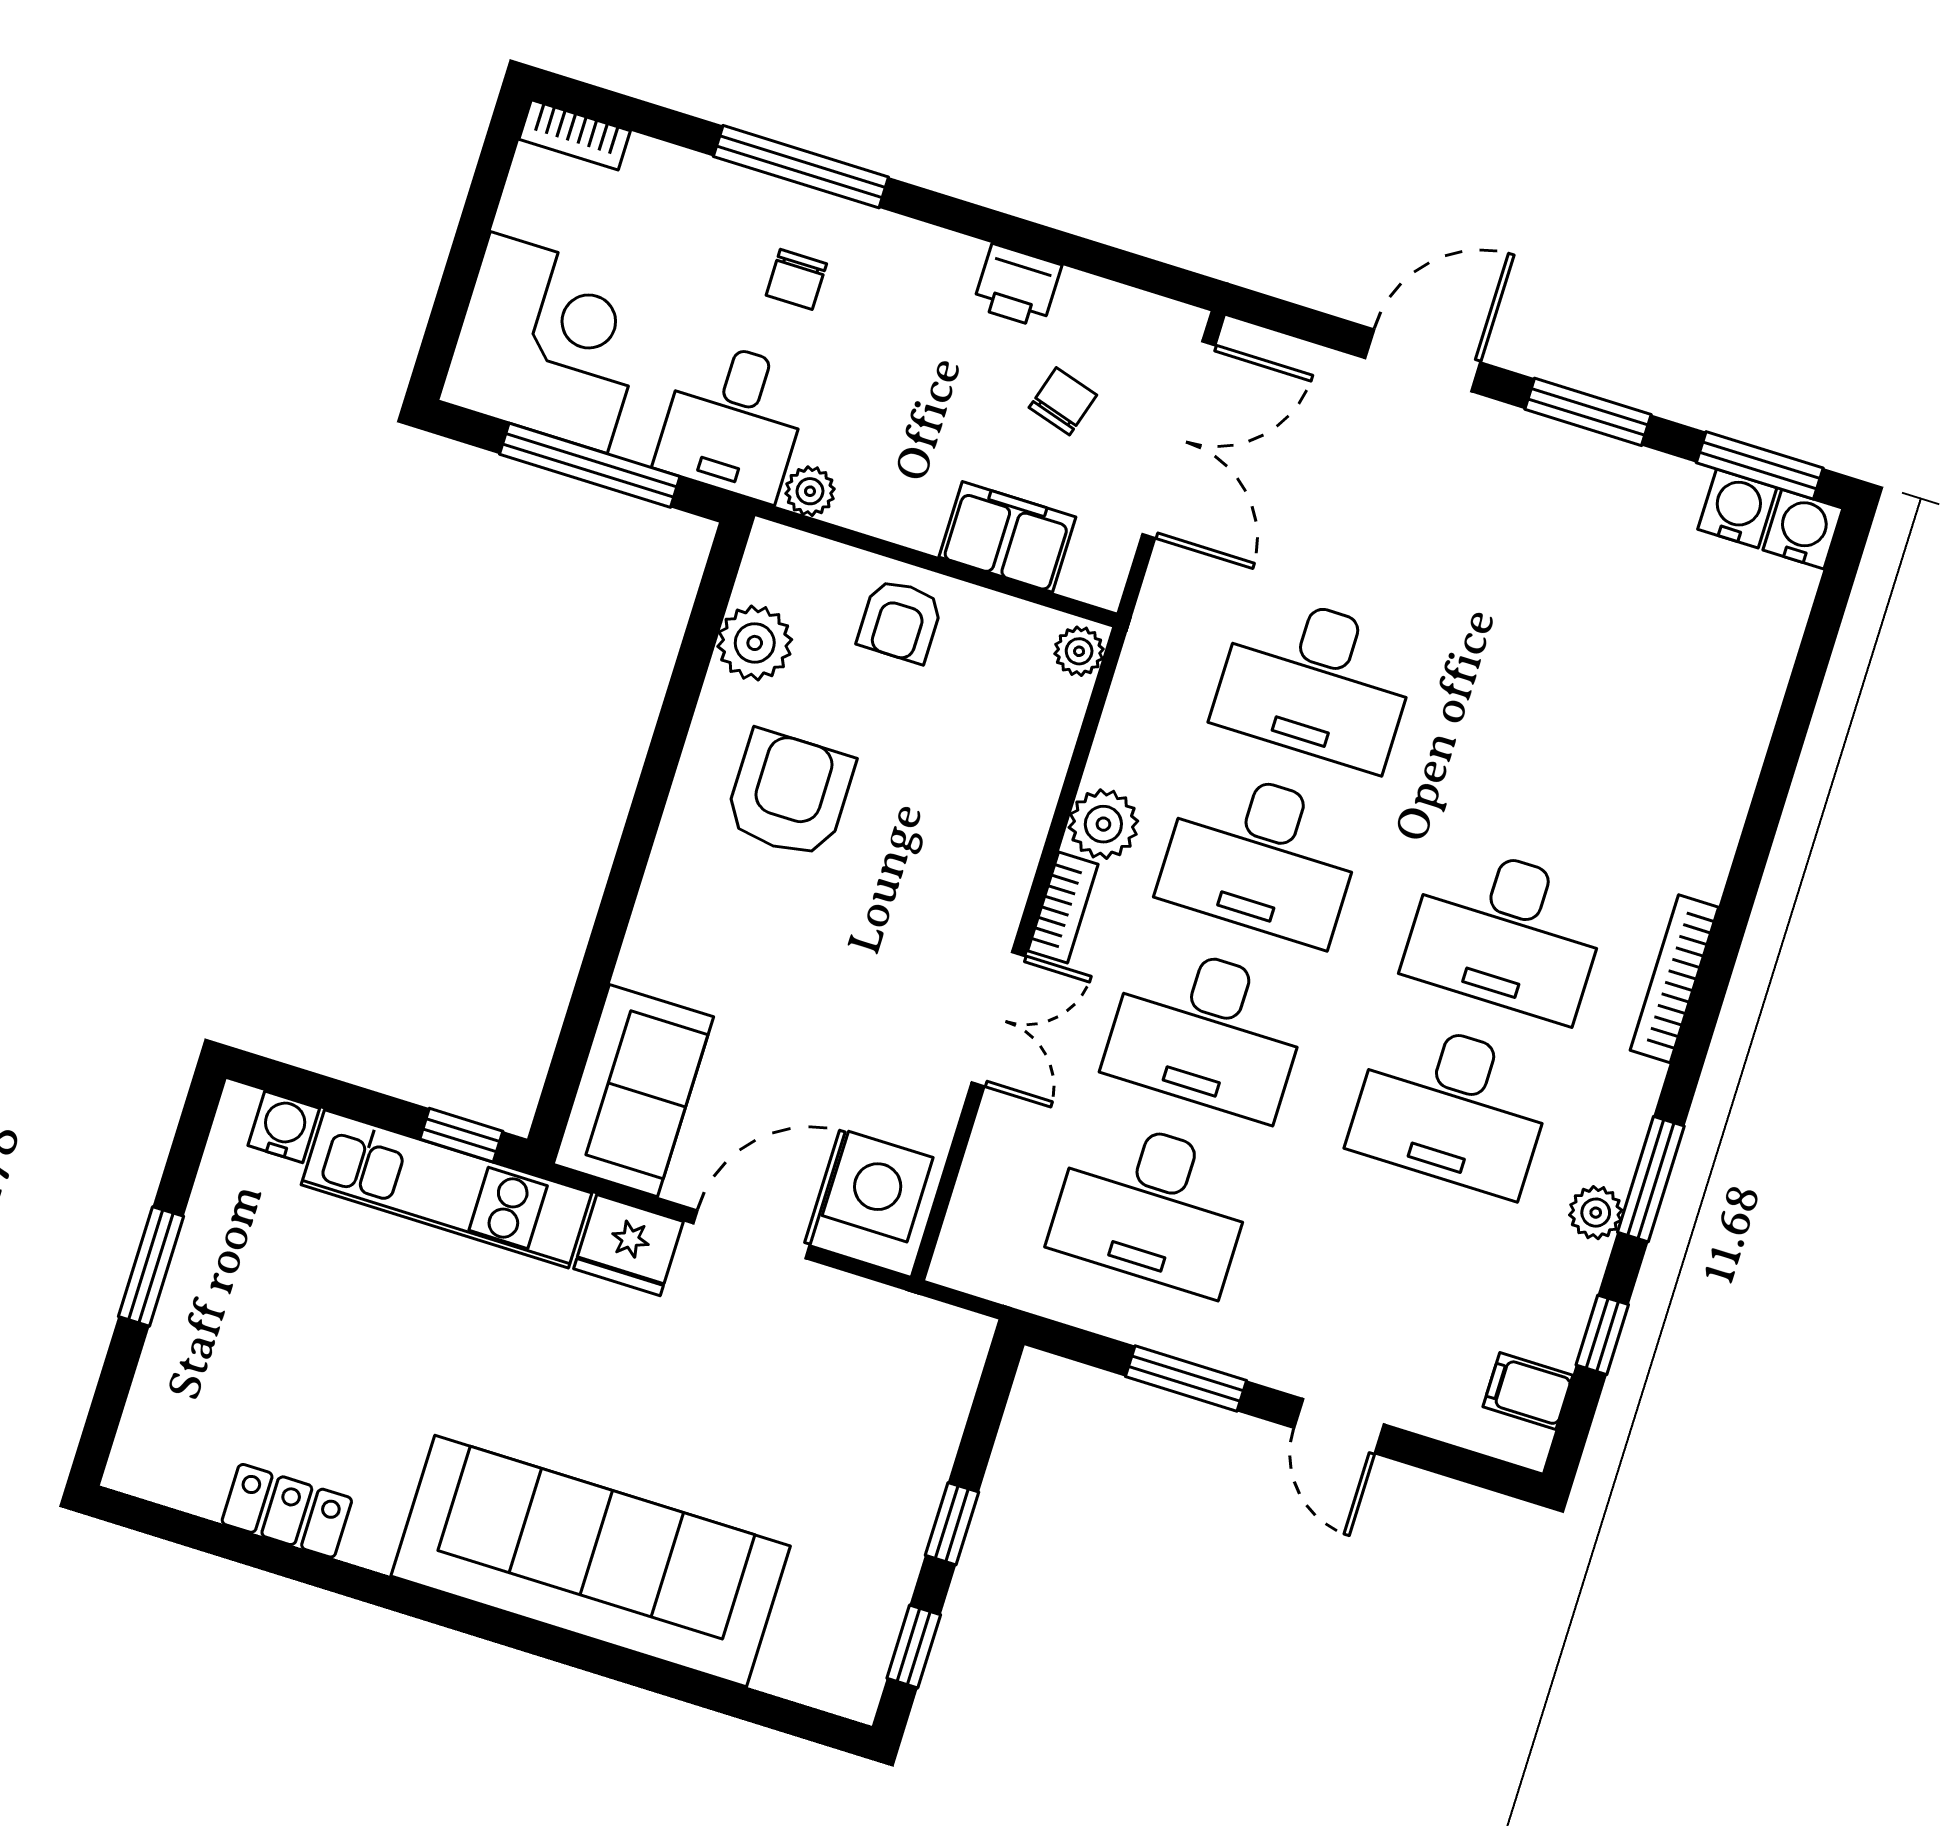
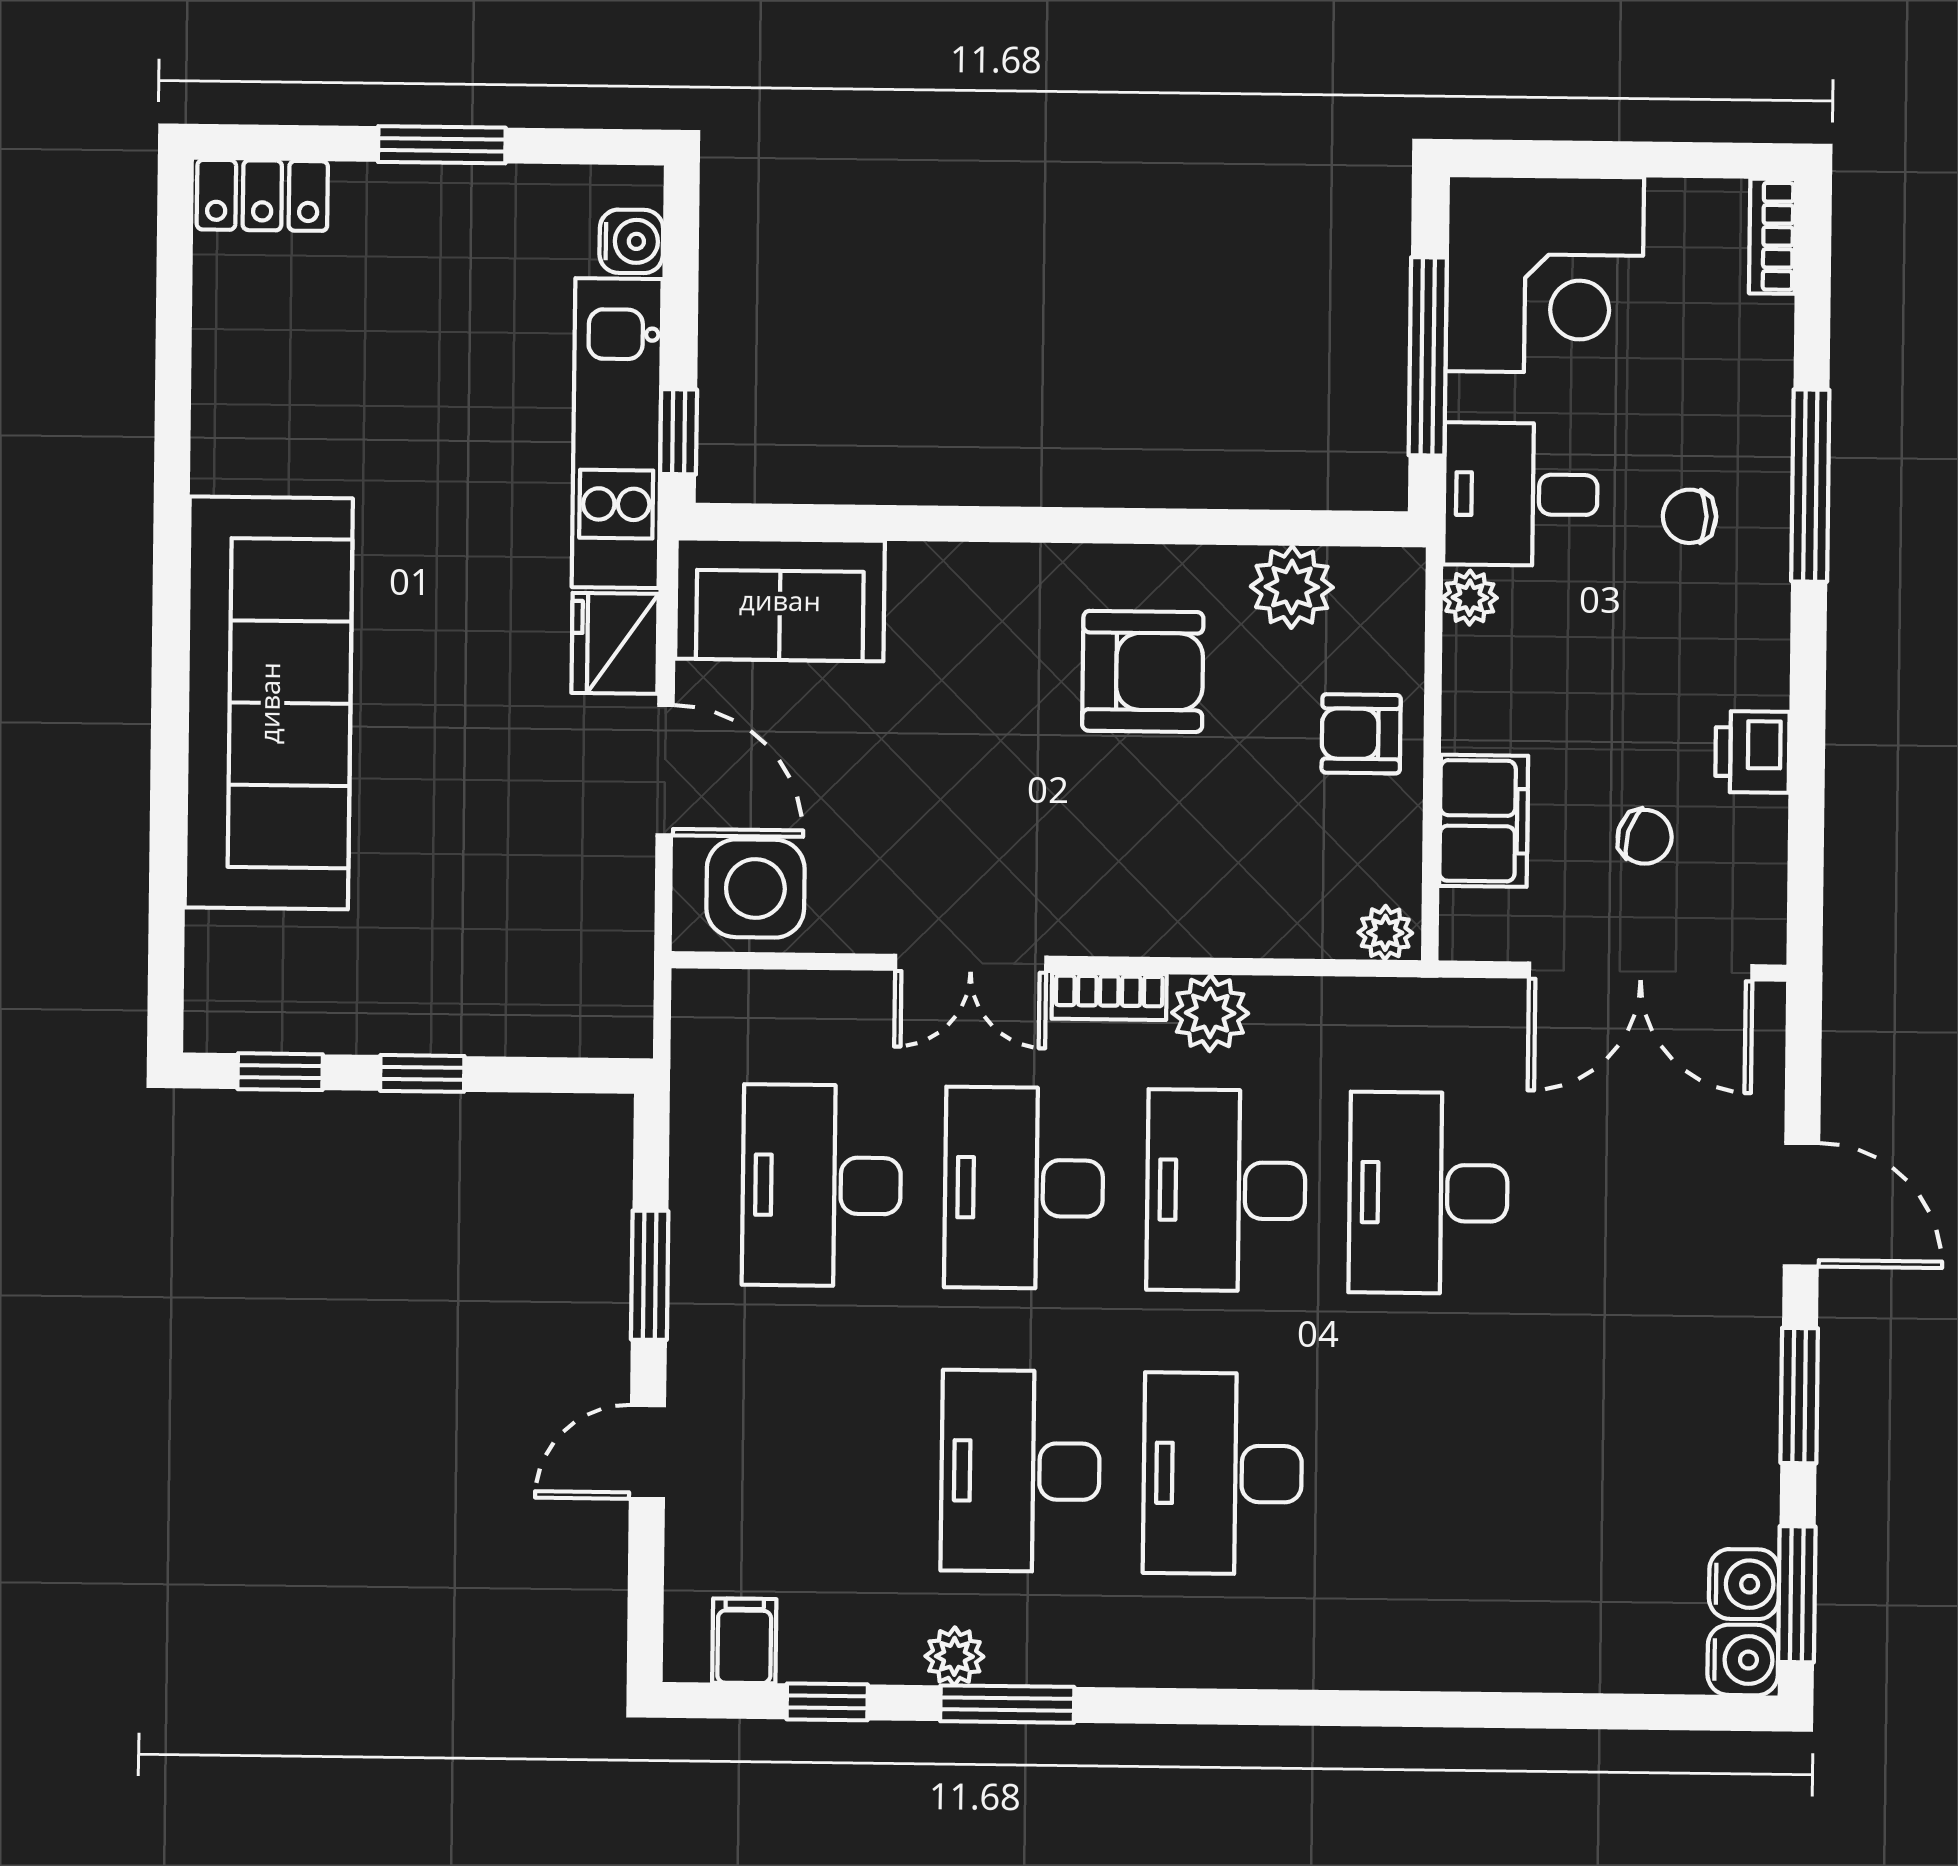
bookcase: (1674, 979) -> (1227, 1666), removed
locker: (287, 1511) -> (262, 195), moved, turned 90

